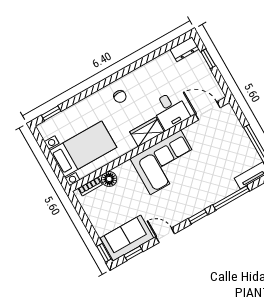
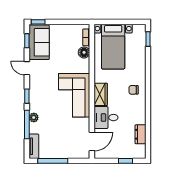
dresser: (185, 49) -> (140, 134), moved
plant: (218, 195) -> (34, 117), added
door: (165, 235) -> (27, 68), swing flipped

